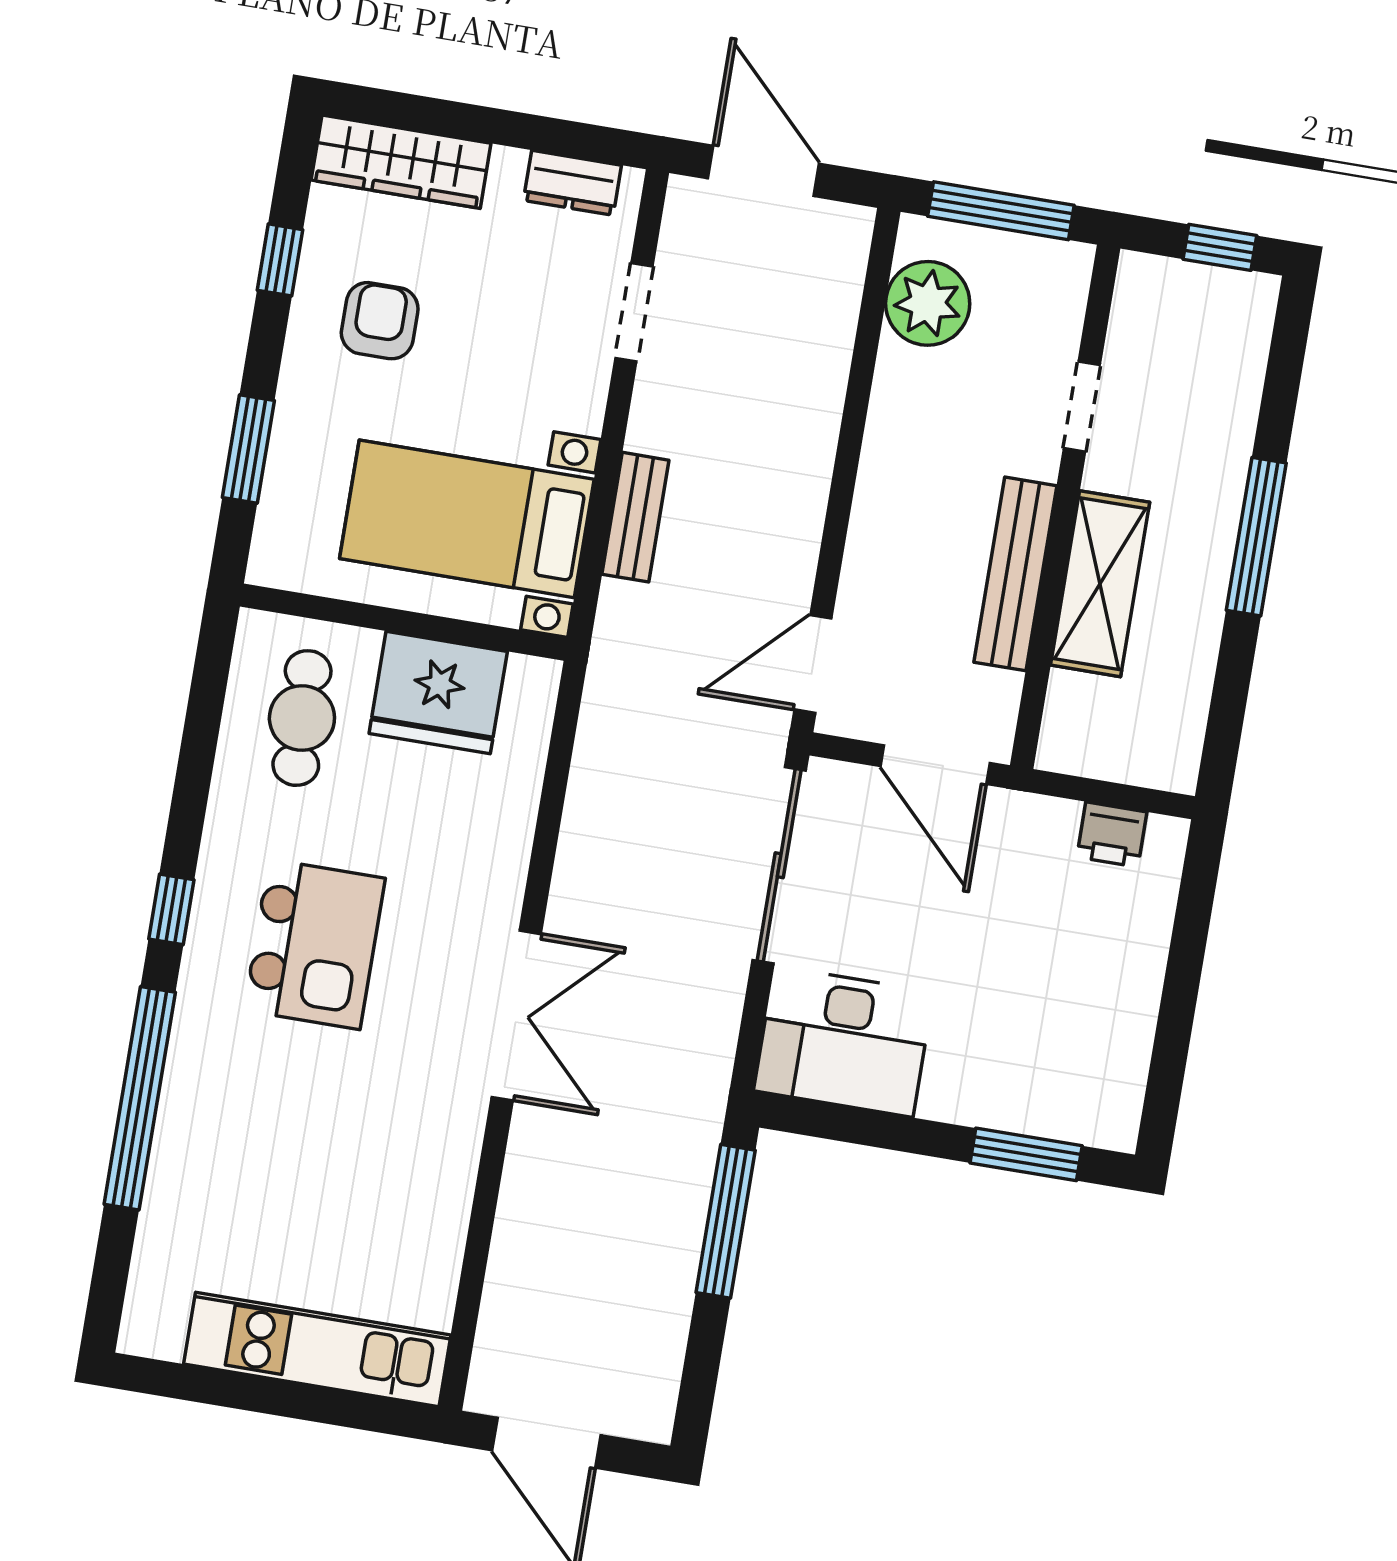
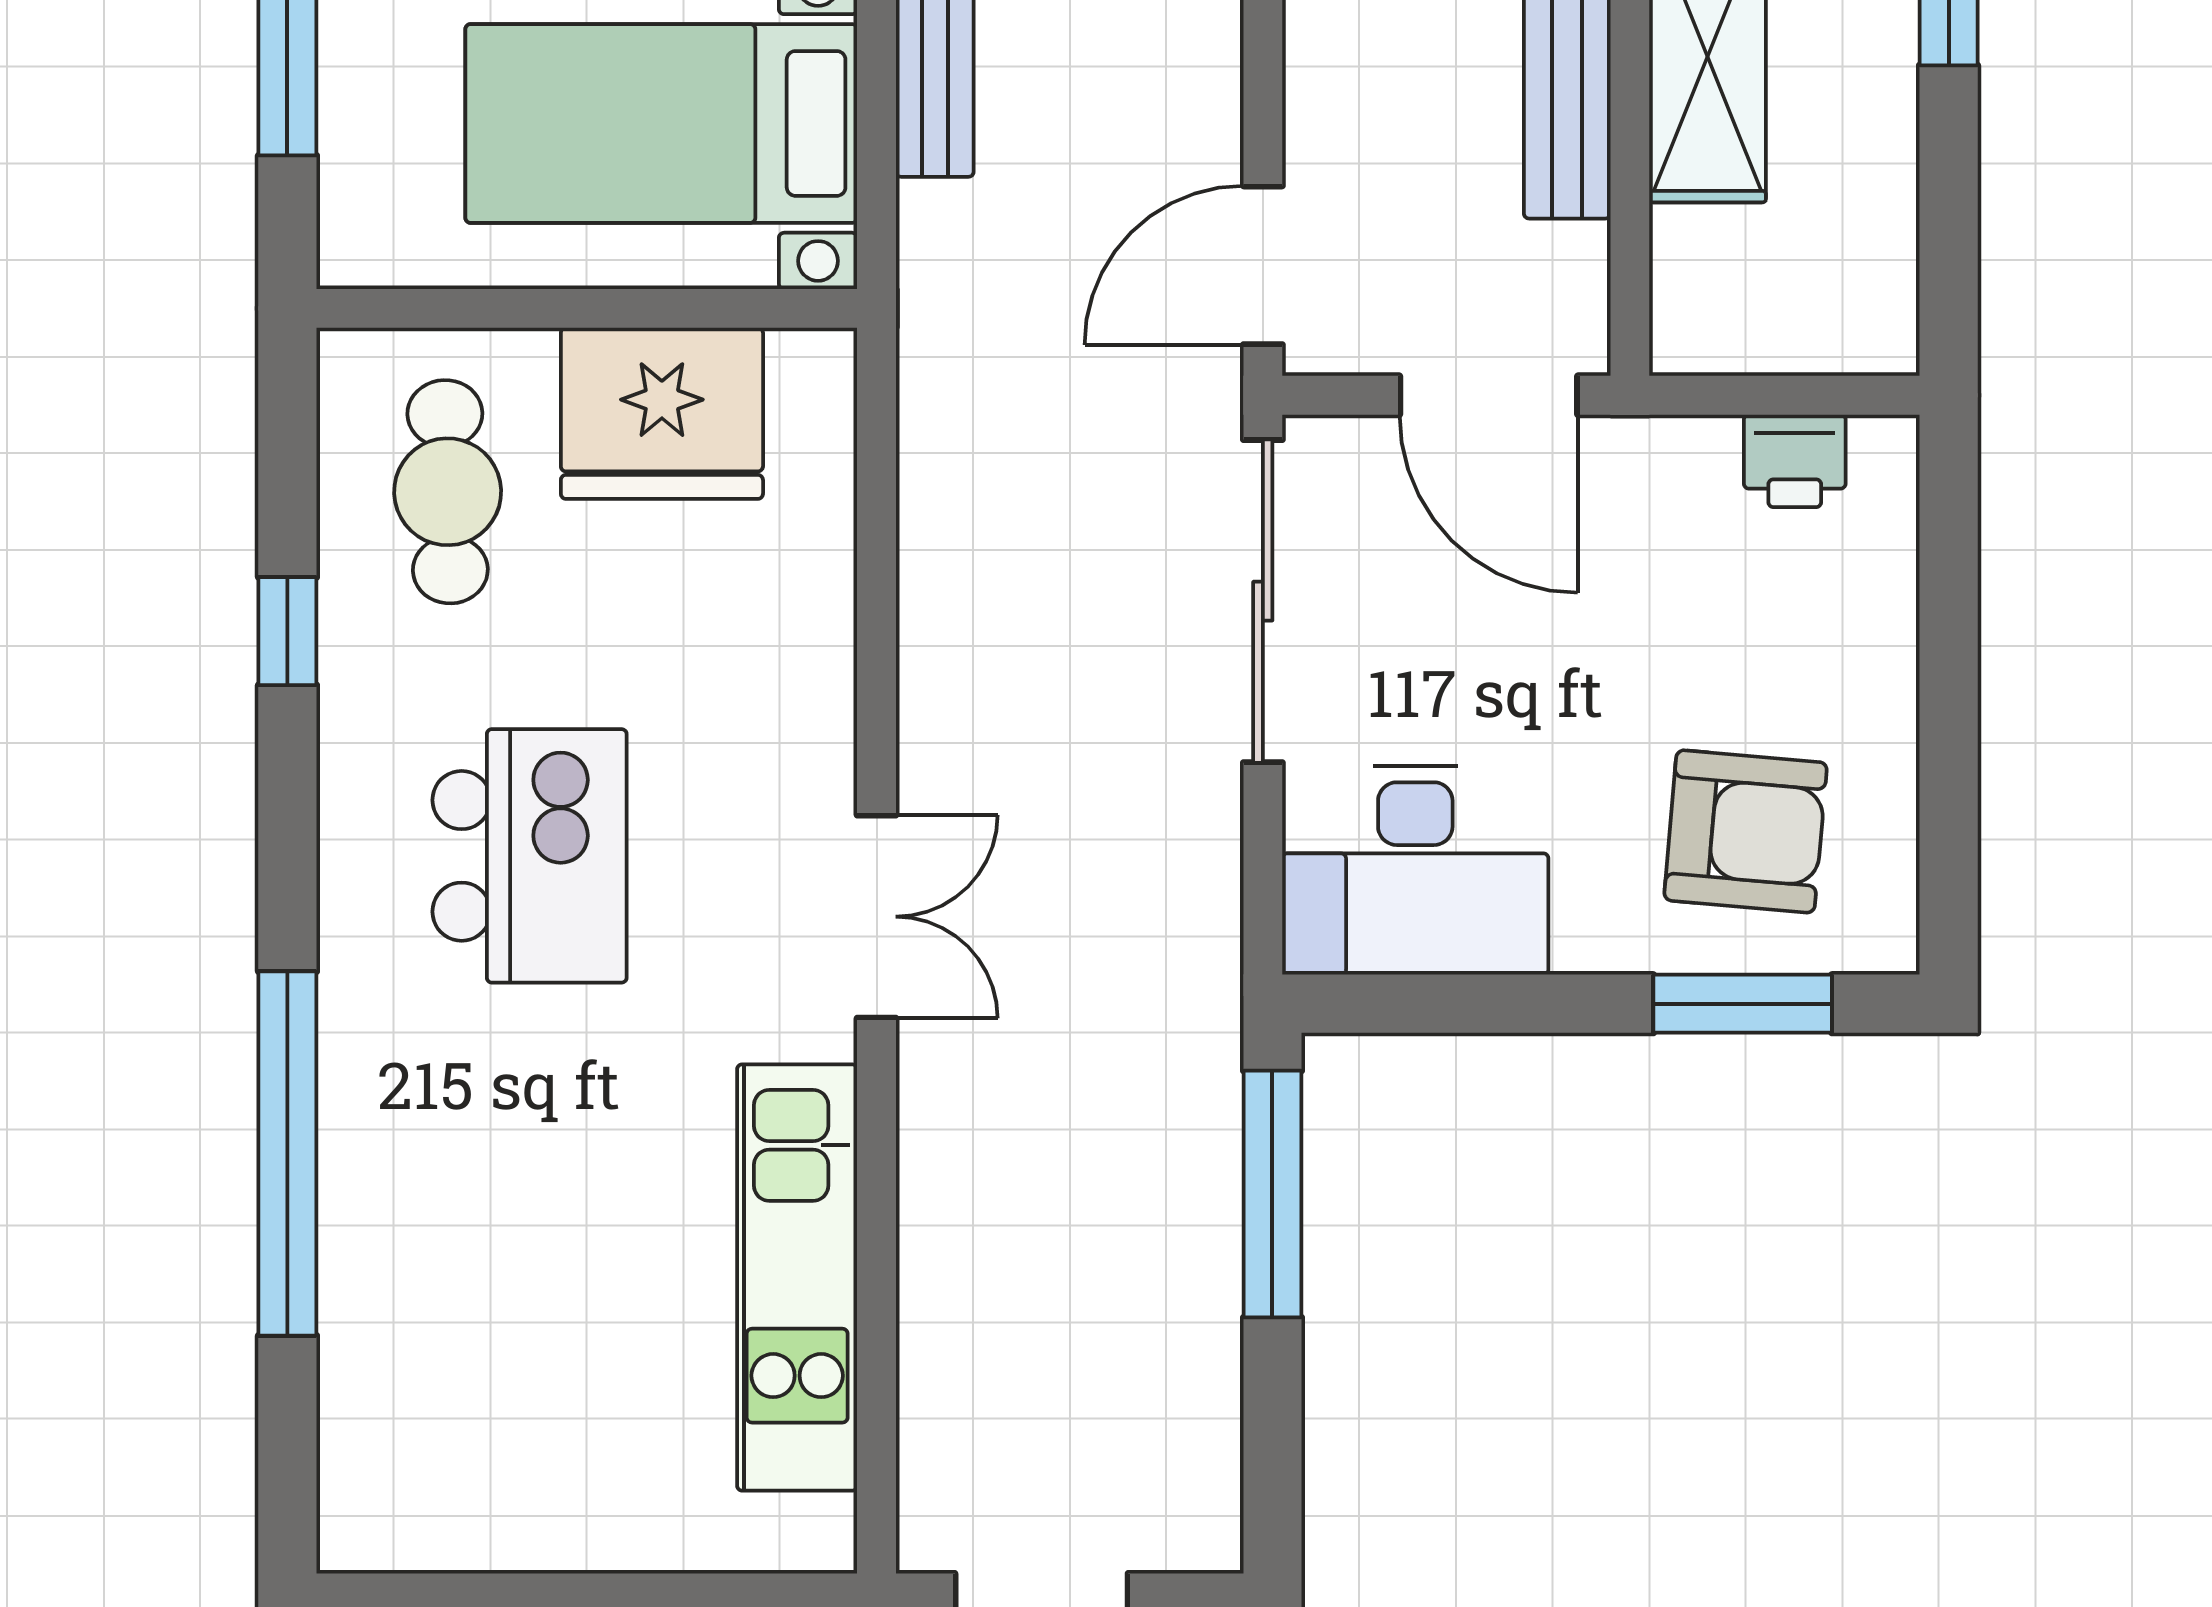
window: (171, 909) -> (287, 631), moved
double door: (516, 1015) -> (877, 917), width x0.73
armchair: (1045, 1052) -> (1746, 831), added
kitchen unit: (317, 1350) -> (797, 1278), moved, turned -90

